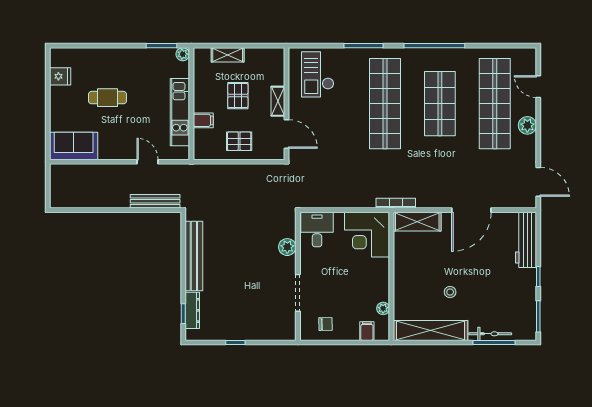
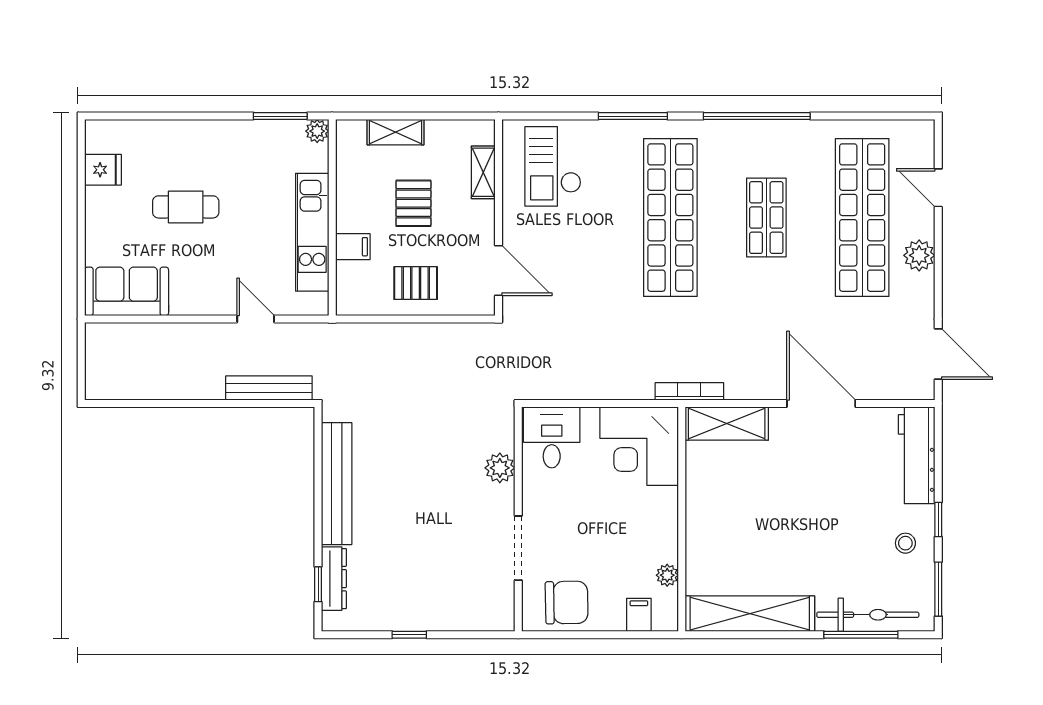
shelving: (278, 101) -> (483, 172), moved
shop shelf: (440, 104) -> (766, 218), width x0.70, depth x0.74
door: (471, 210) -> (821, 404), swing flipped
stool: (450, 292) -> (905, 543), moved
chair: (326, 324) -> (567, 602), width x1.87, depth x1.87
bicycle: (490, 334) -> (868, 615), width x1.37, depth x1.40

